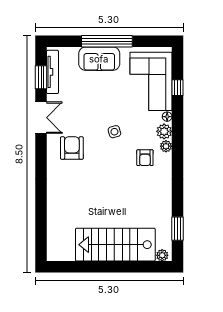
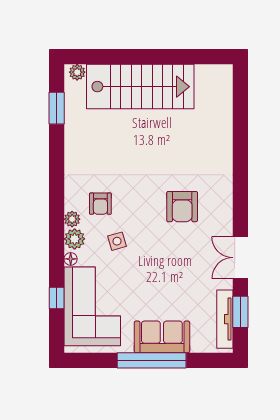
side table: (114, 132) -> (117, 241), moved
armchair: (72, 148) -> (182, 207), moved
armchair: (145, 158) -> (100, 204), turned 180

